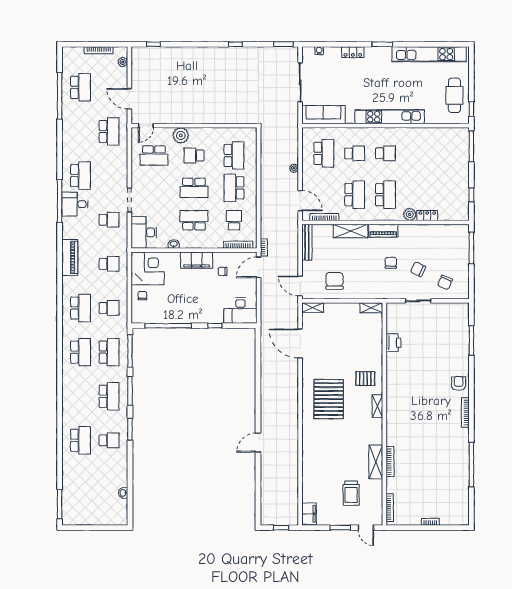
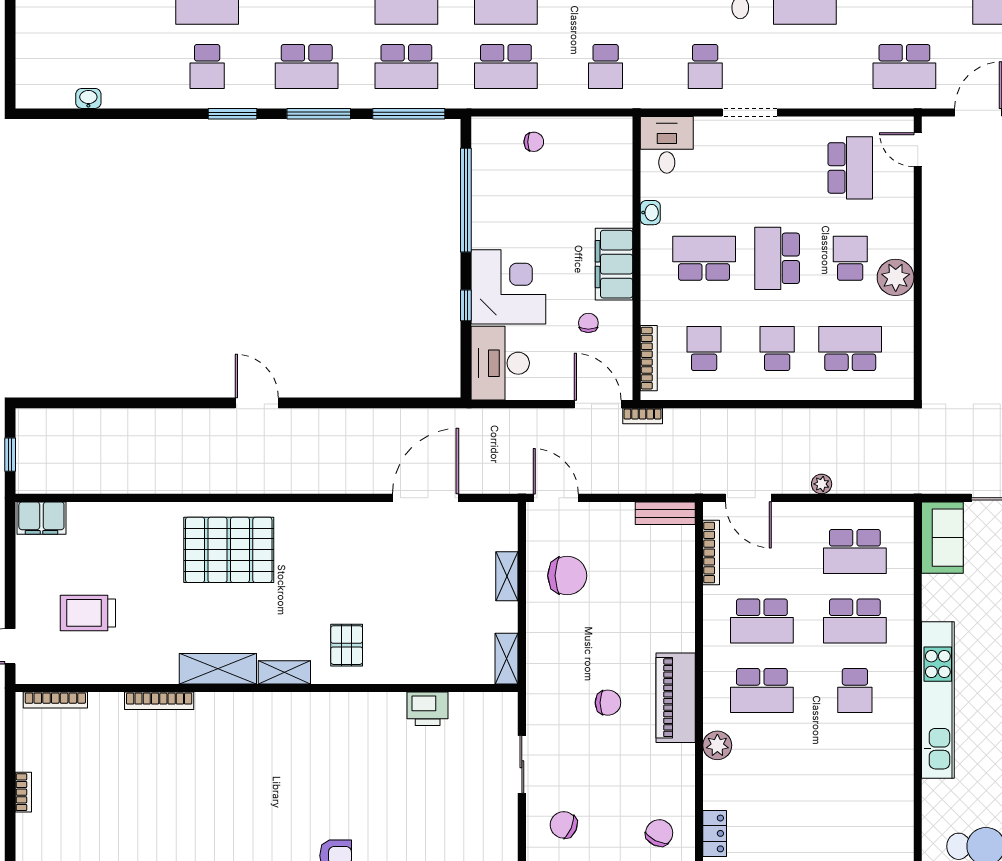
sofa: (323, 115) -> (942, 538), width x0.73
plant: (181, 135) -> (896, 277), moved
school desk: (355, 153) -> (855, 621), width x1.85
school desk: (154, 155) -> (850, 168), turned 180
school desk: (234, 155) -> (850, 349), turned 180
school desk: (234, 188) -> (777, 349), width x0.54
door: (300, 201) -> (748, 498), hinge flipped
locker: (427, 216) -> (715, 833), moved
school desk: (194, 220) -> (704, 258), turned -90
school desk: (234, 220) -> (704, 349), turned -90
shelving: (351, 231) -> (680, 612), removed
piano: (383, 231) -> (676, 698), width x1.37, depth x1.33
desk: (144, 232) -> (667, 145), width x0.73
bench: (307, 242) -> (665, 513), width x0.73
corner desk: (148, 268) -> (508, 287), moved, turned -90
chair: (418, 269) -> (659, 833), moved
door: (300, 286) -> (556, 498), hinge flipped
school desk: (109, 308) -> (506, 66), width x1.85
shelving: (313, 308) -> (507, 576), moved
pallet: (329, 399) -> (229, 550), moved
door: (258, 443) -> (257, 403), moved
shelving: (376, 462) -> (218, 669), moved
window: (340, 528) -> (10, 589), removed

